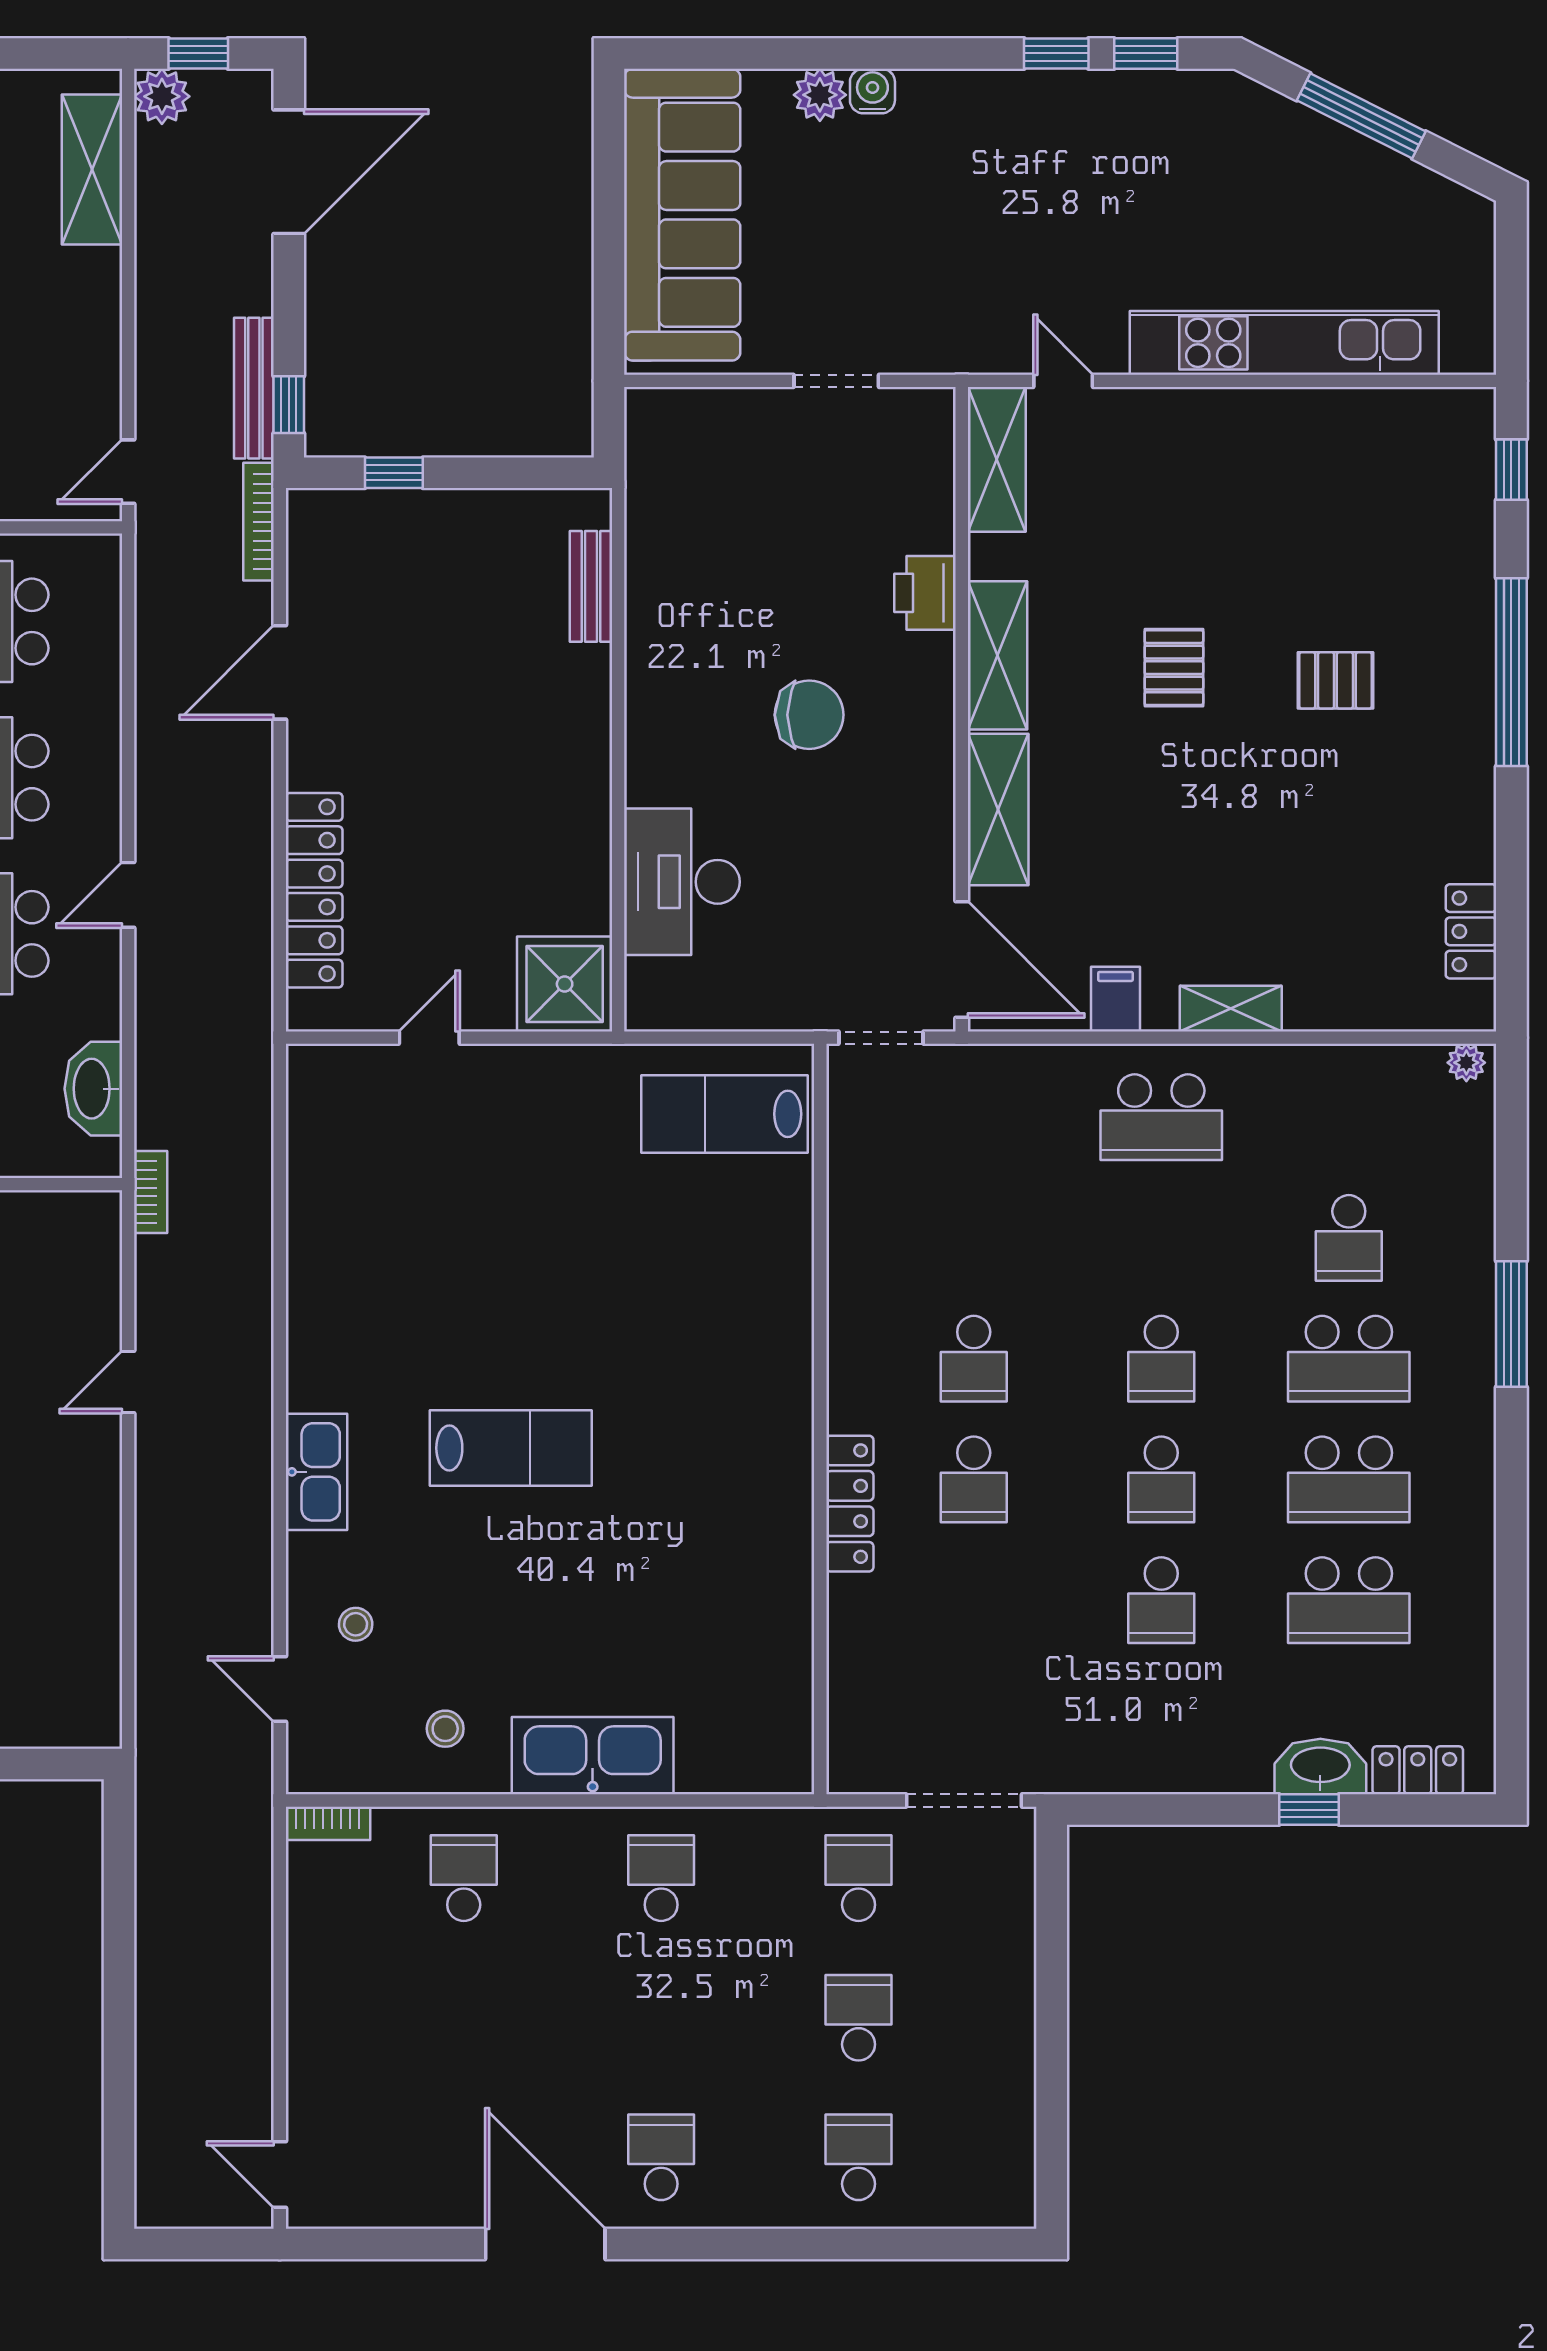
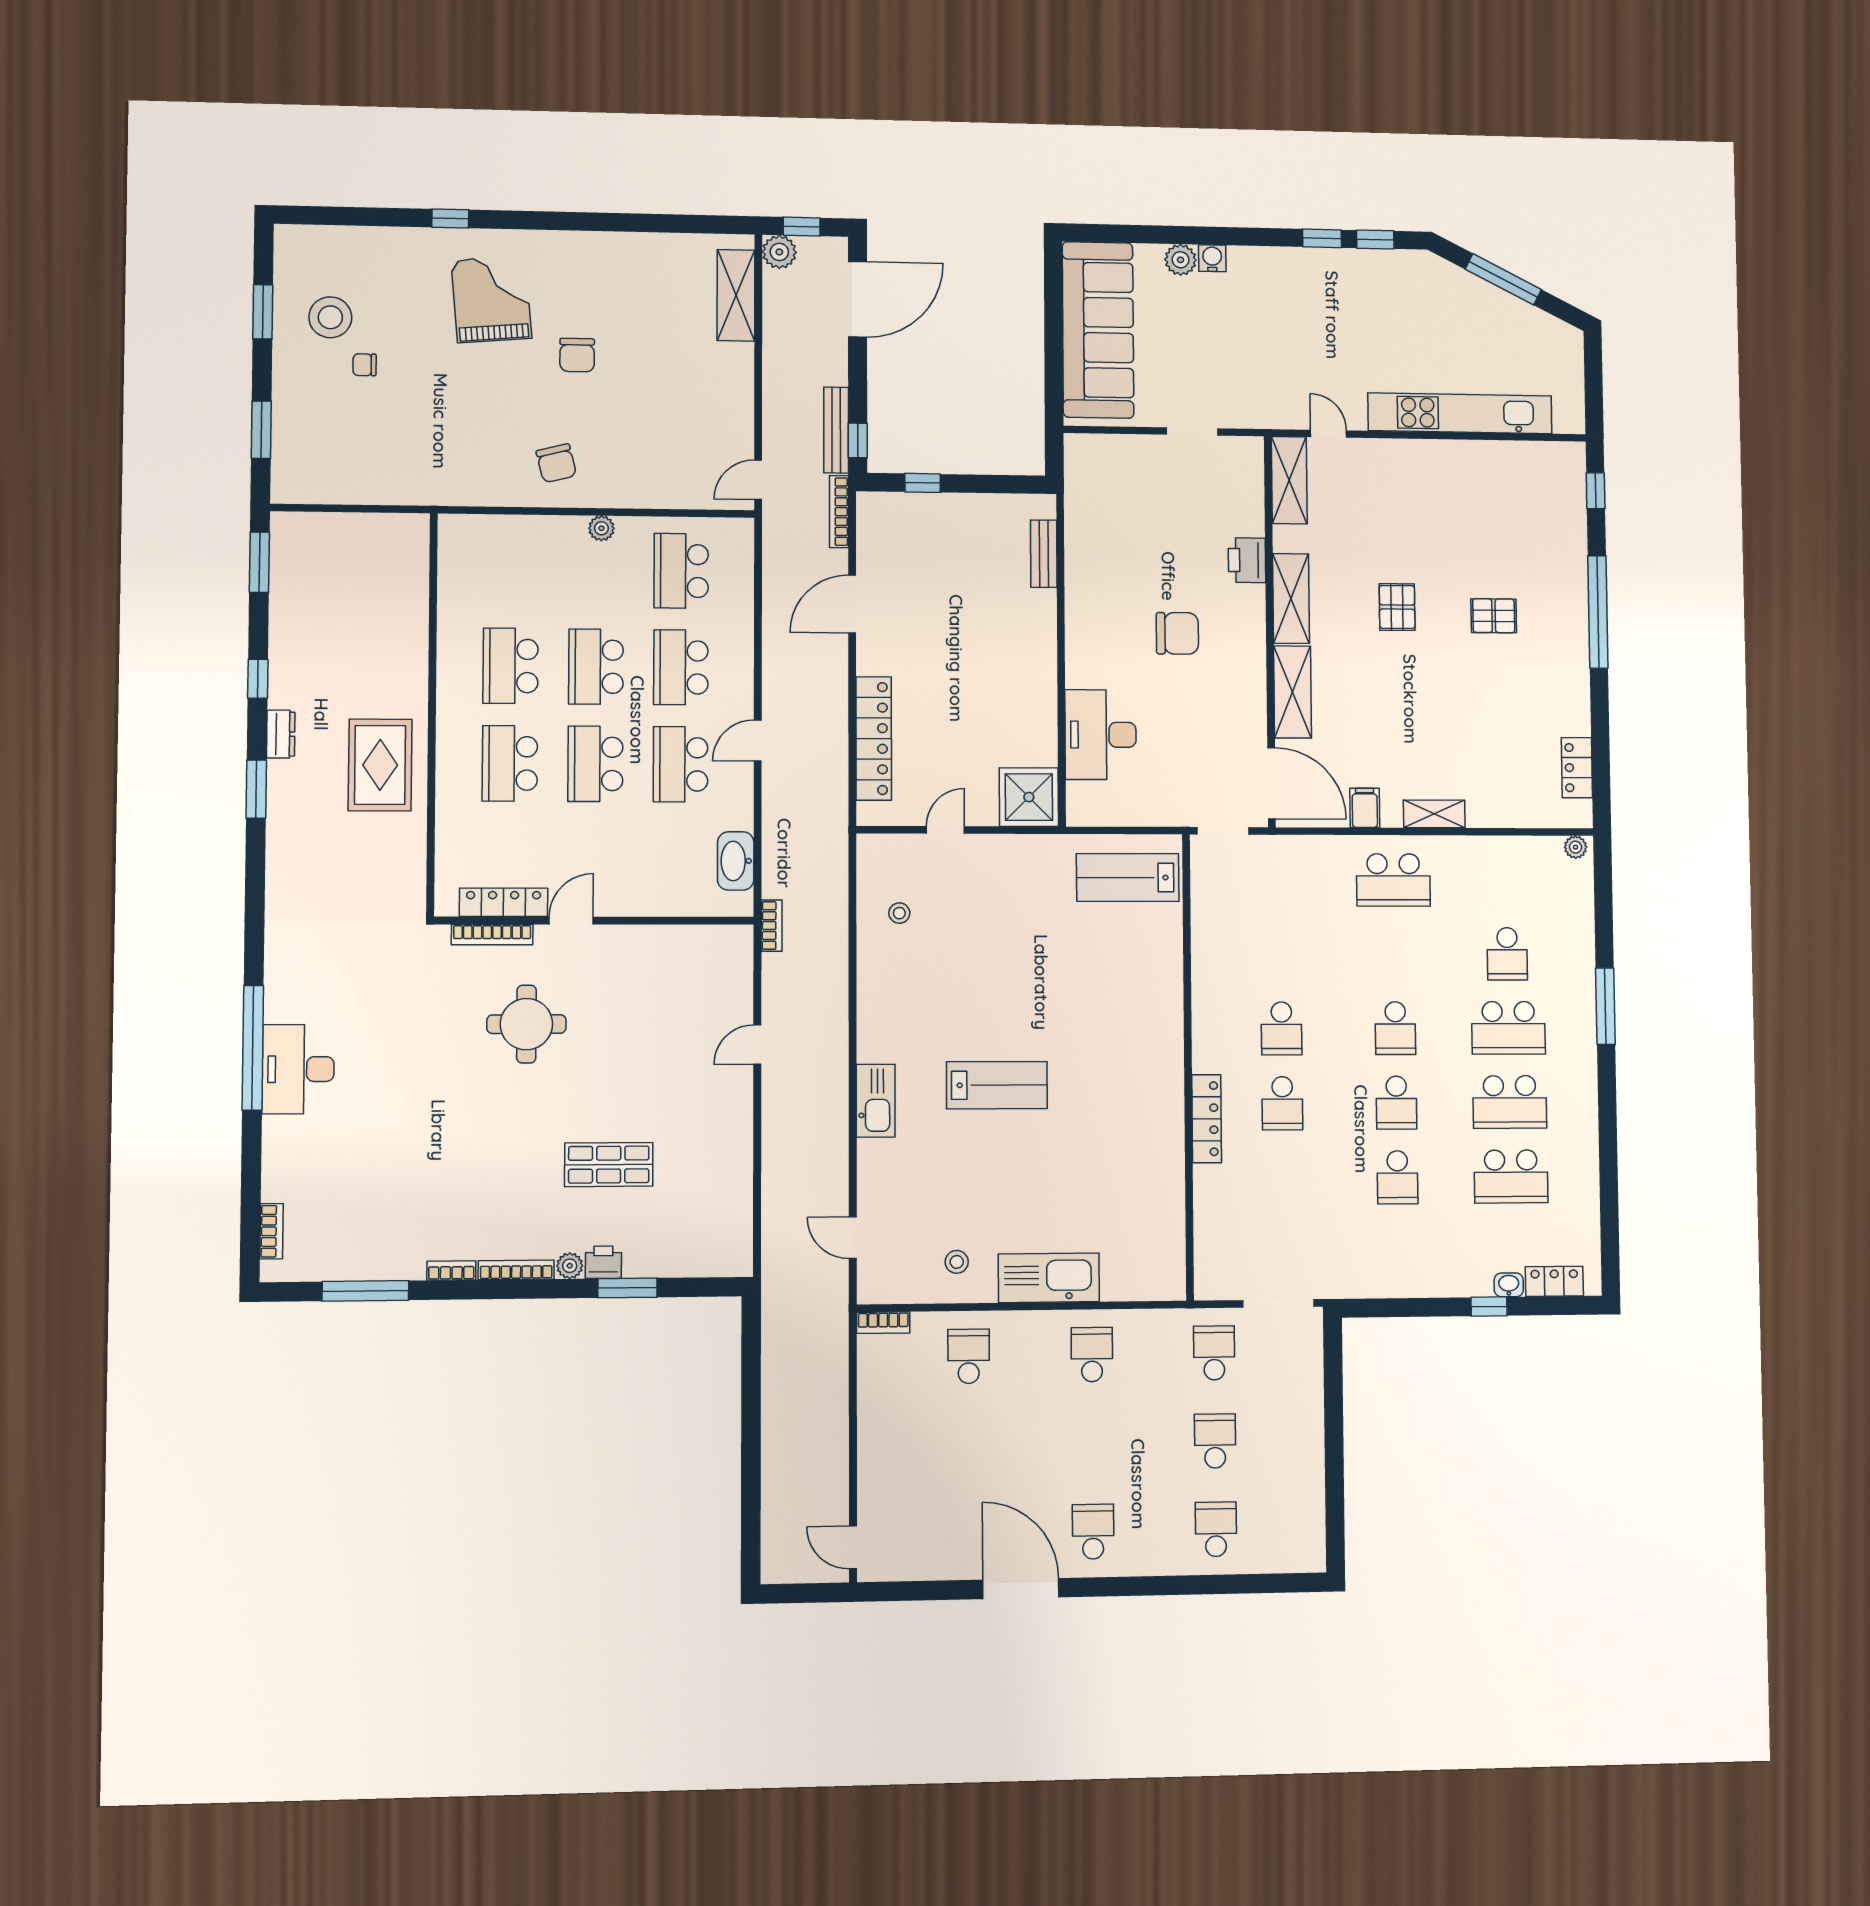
stool: (356, 1624) -> (899, 913), moved
washbasin: (1320, 1766) -> (1509, 1285), width x0.52, depth x0.69

